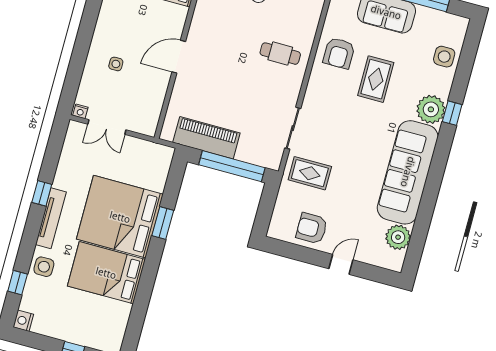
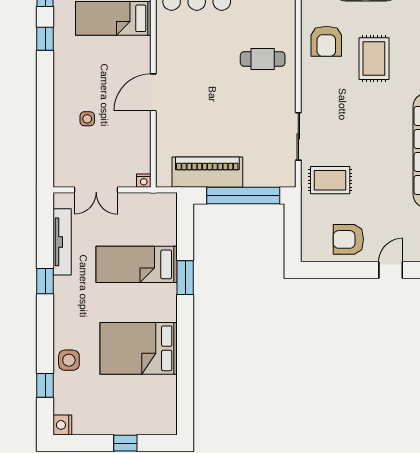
nightstand: (80, 111) -> (144, 181), moved
bed: (120, 217) -> (137, 264), width x0.49
tv unit: (51, 218) -> (62, 242), moved

